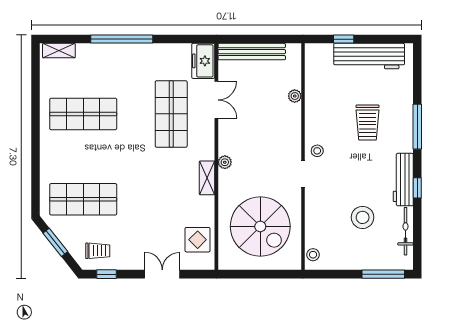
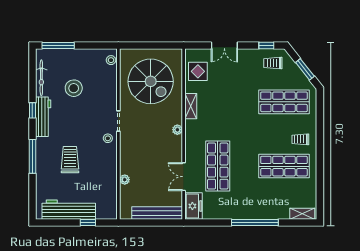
trolley: (61, 149) -> (300, 139), added
shelving: (207, 178) -> (191, 106), moved
spiral stairs: (260, 226) -> (151, 81), turned 180

